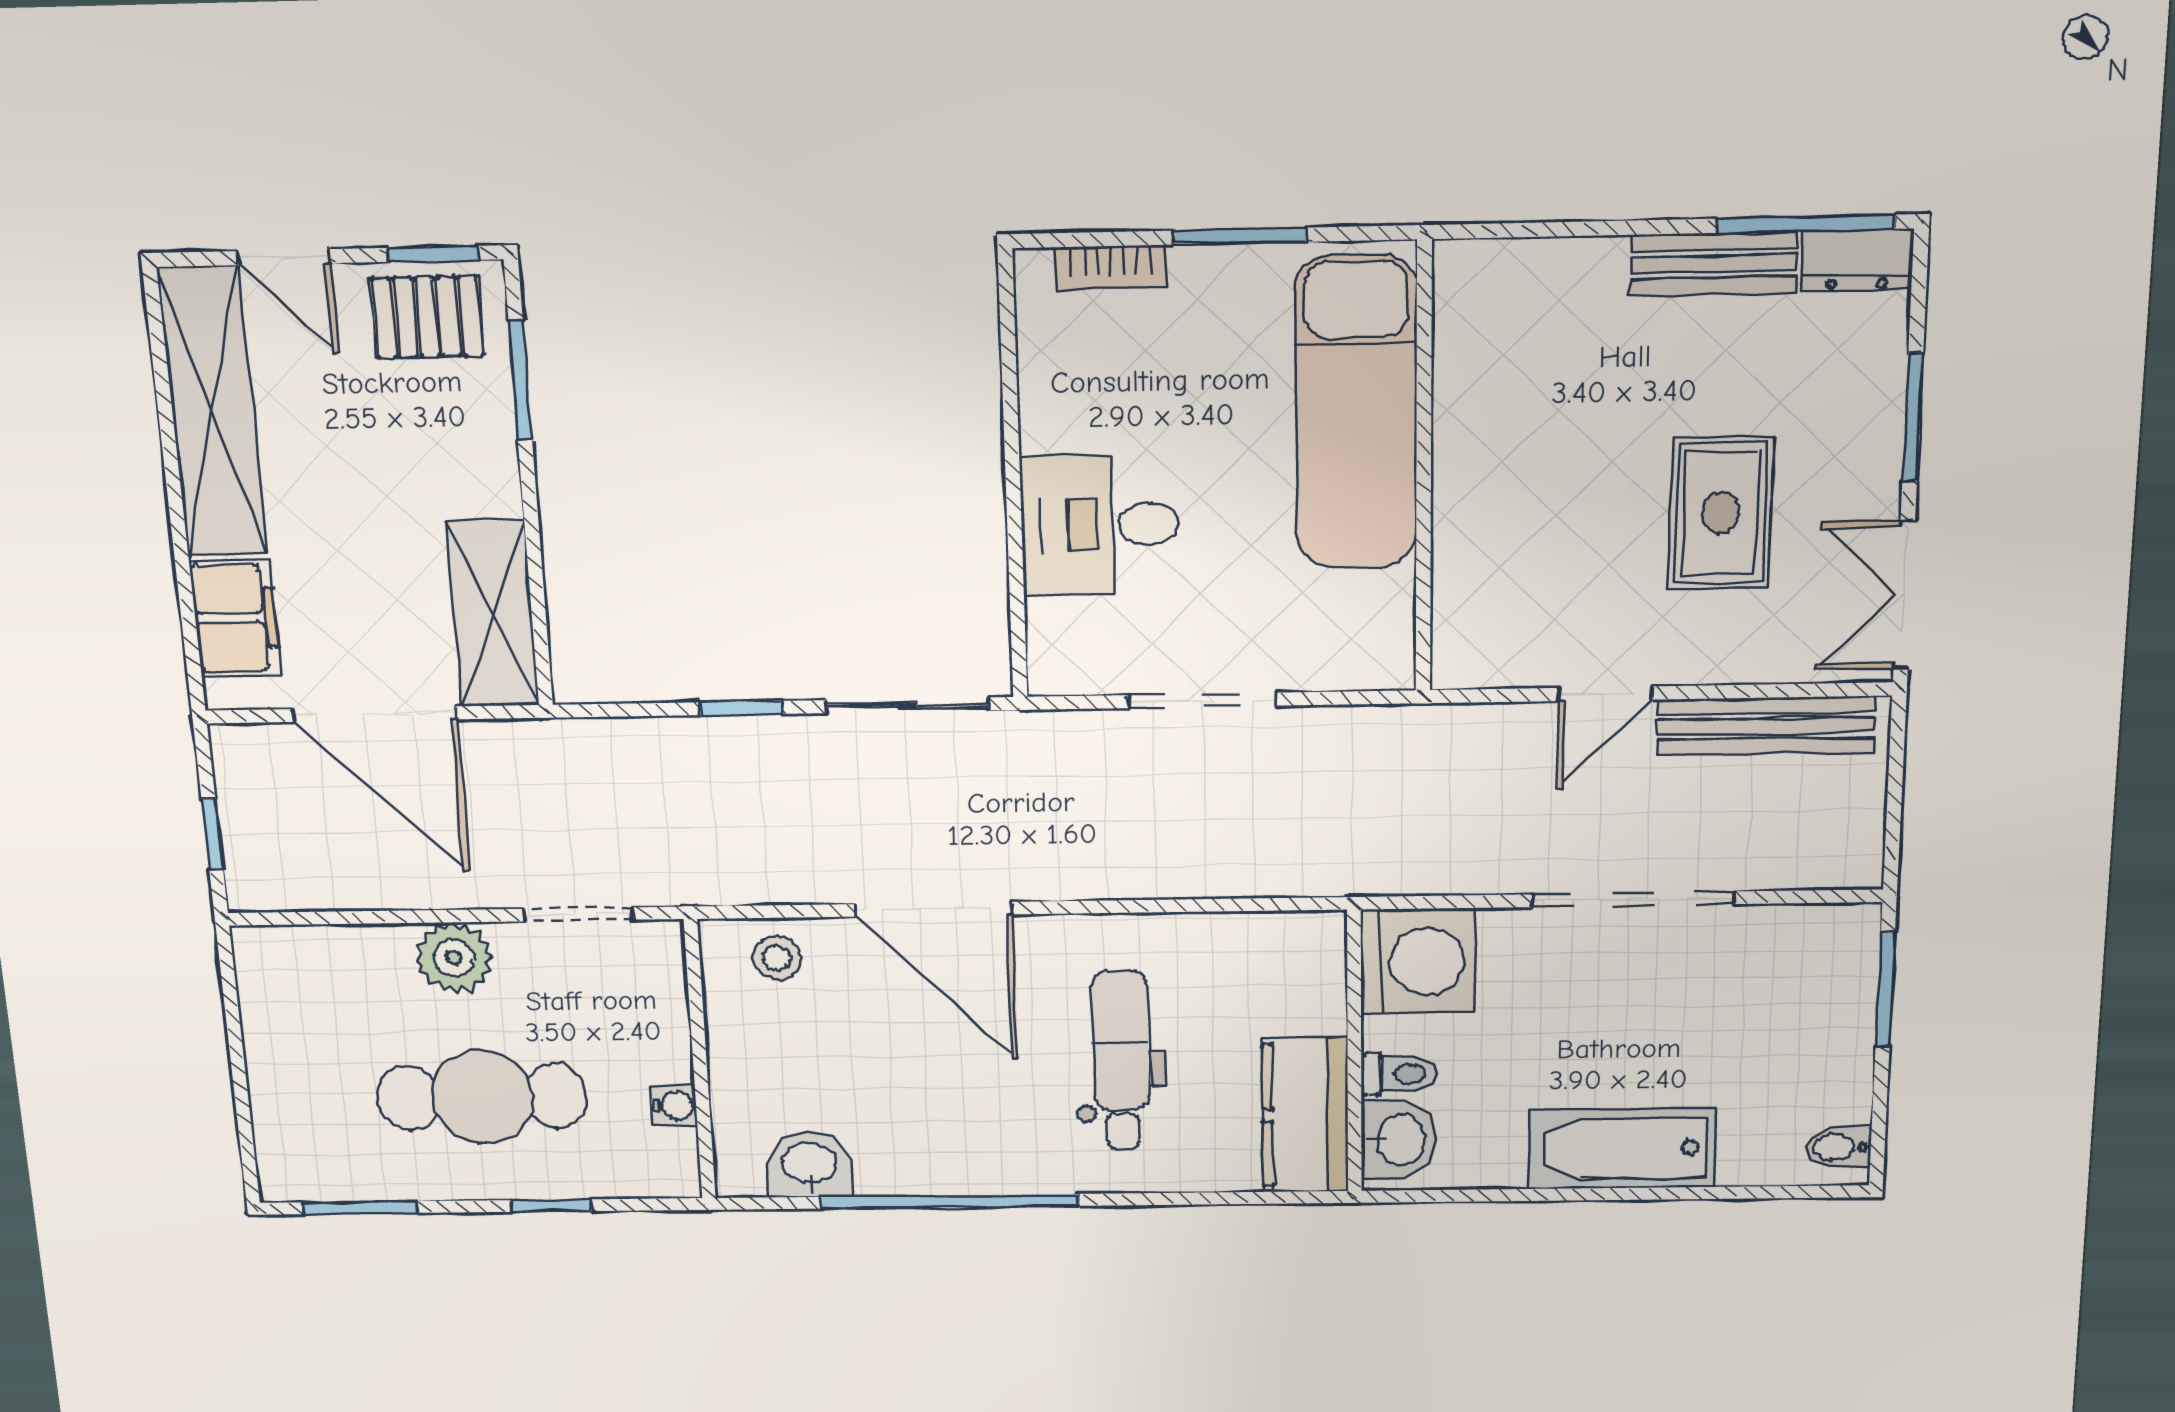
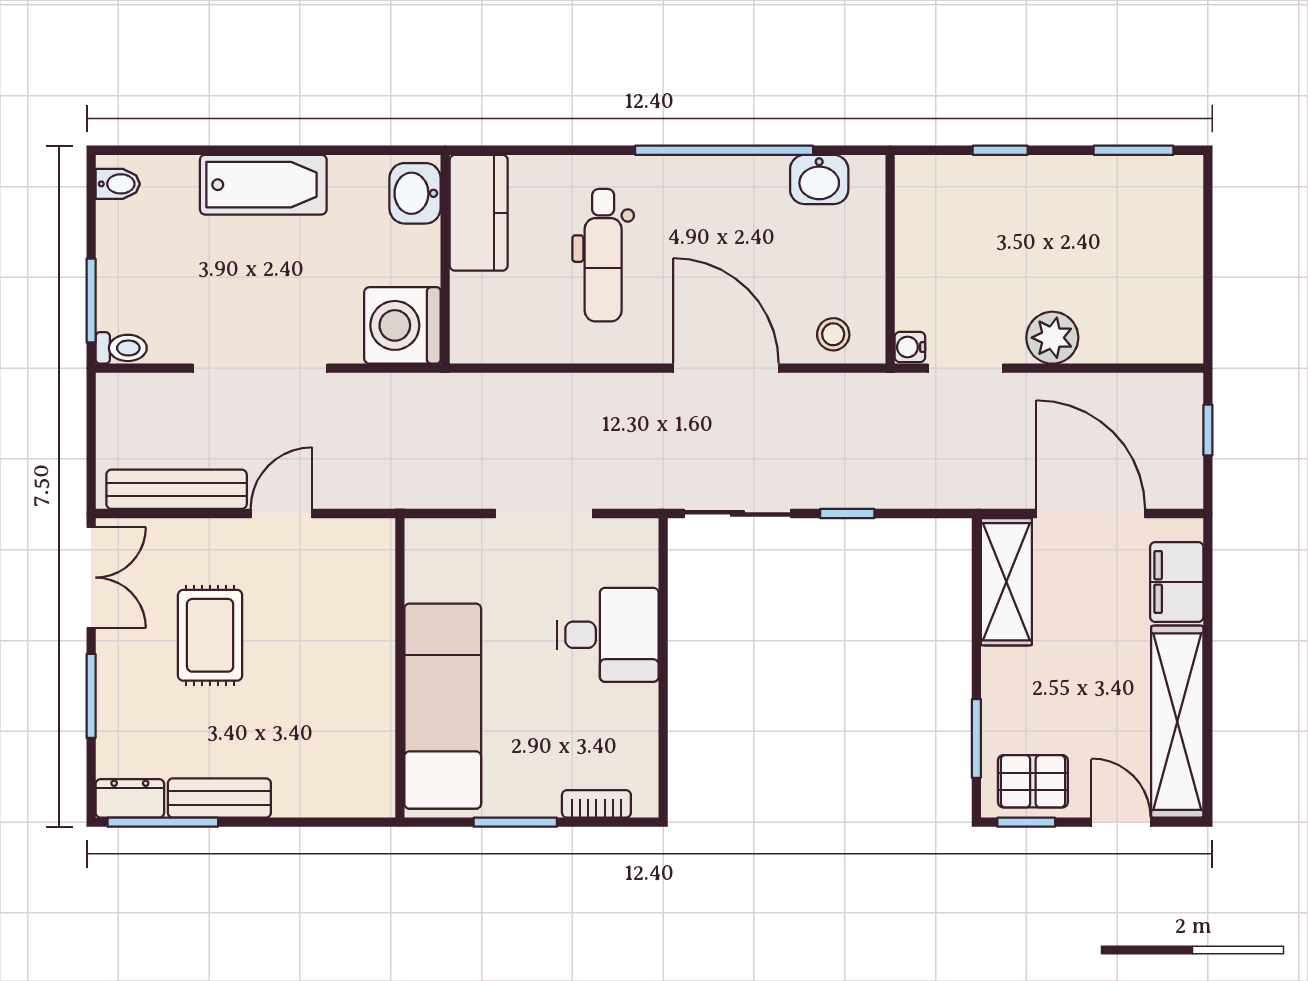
toilet: (1399, 1073) -> (121, 348), moved, turned 180
cafe table: (482, 1097) -> (1041, 234), removed
water cooler: (674, 1105) -> (910, 347), moved

